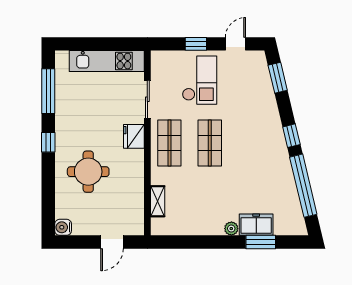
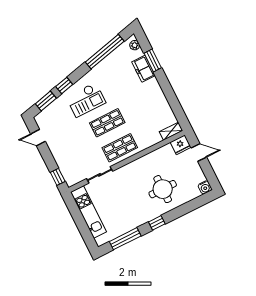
window: (196, 44) -> (58, 177), moved
checkout: (200, 80) -> (86, 100), moved, turned 180
fridge: (134, 136) -> (181, 145), moved
window: (291, 136) -> (64, 86), moved
shelving: (158, 201) -> (171, 131), moved
plant: (231, 229) -> (135, 45), moved

